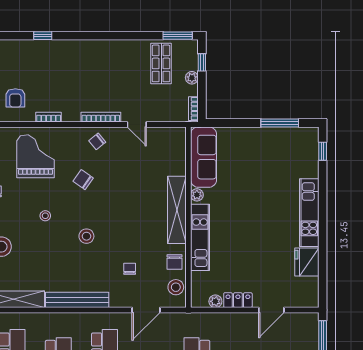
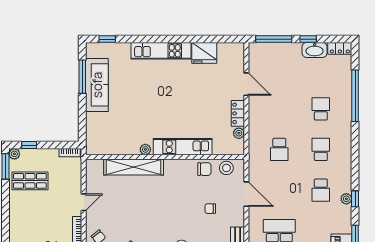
plant: (192, 78) -> (14, 154), moved
sofa: (204, 157) -> (97, 85), moved, turned 90
shelving: (177, 210) -> (134, 167), moved

